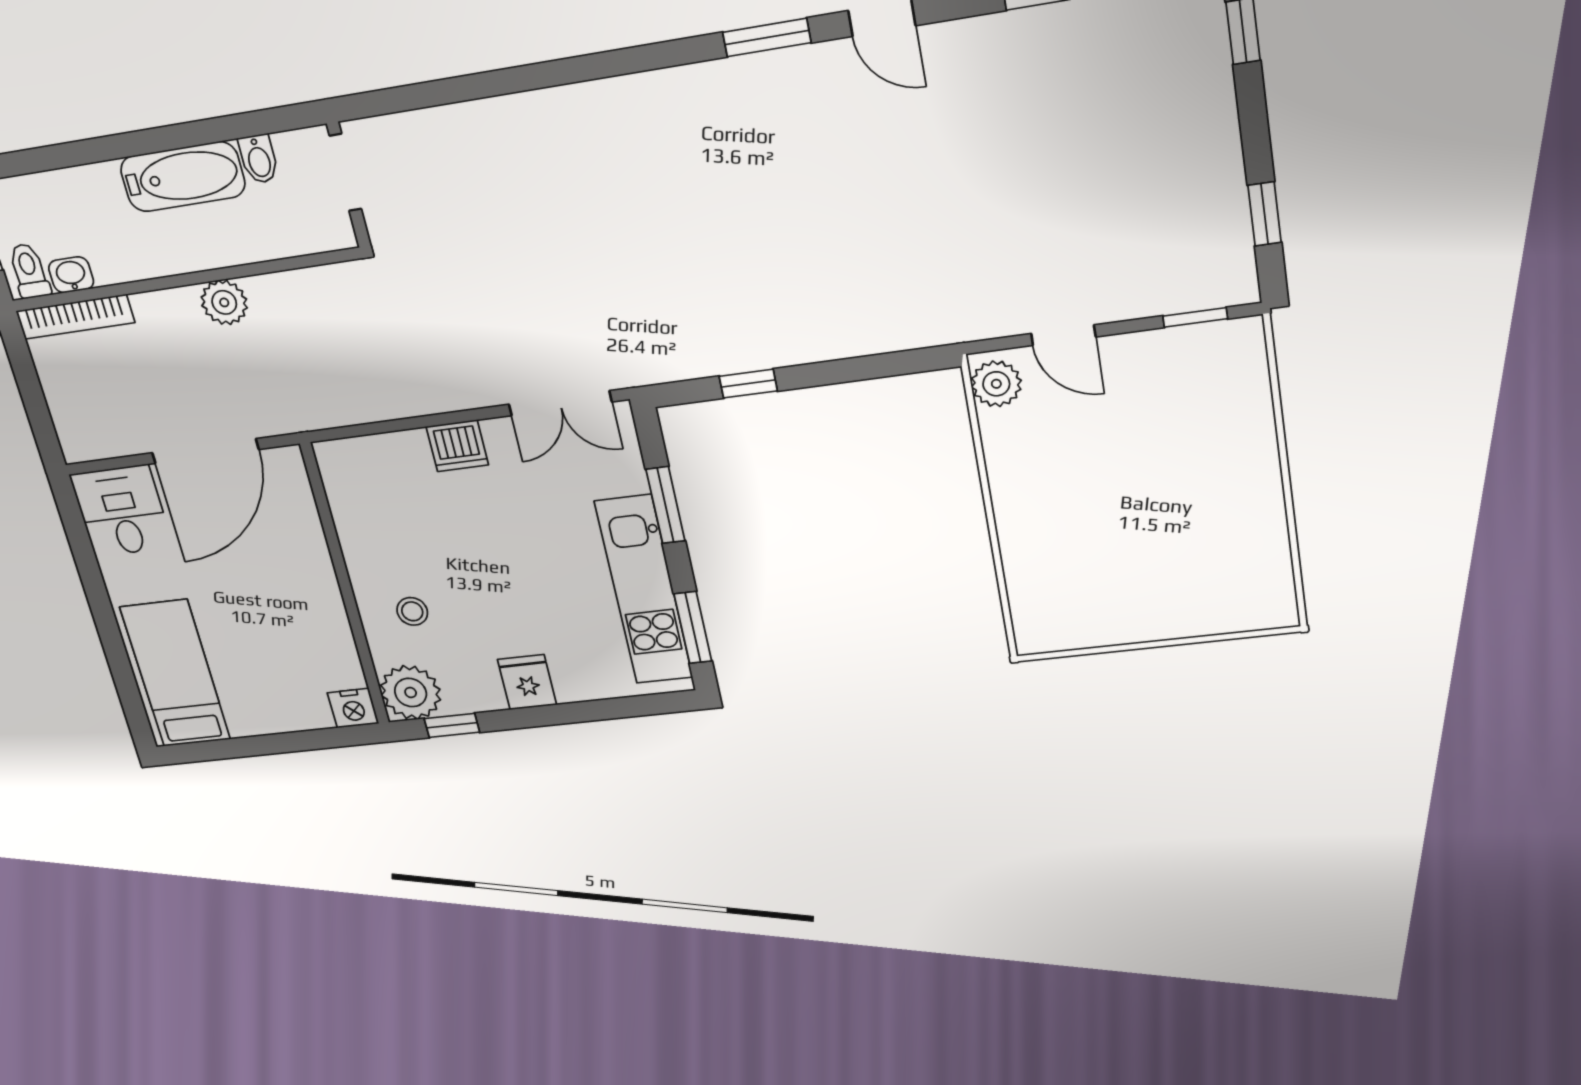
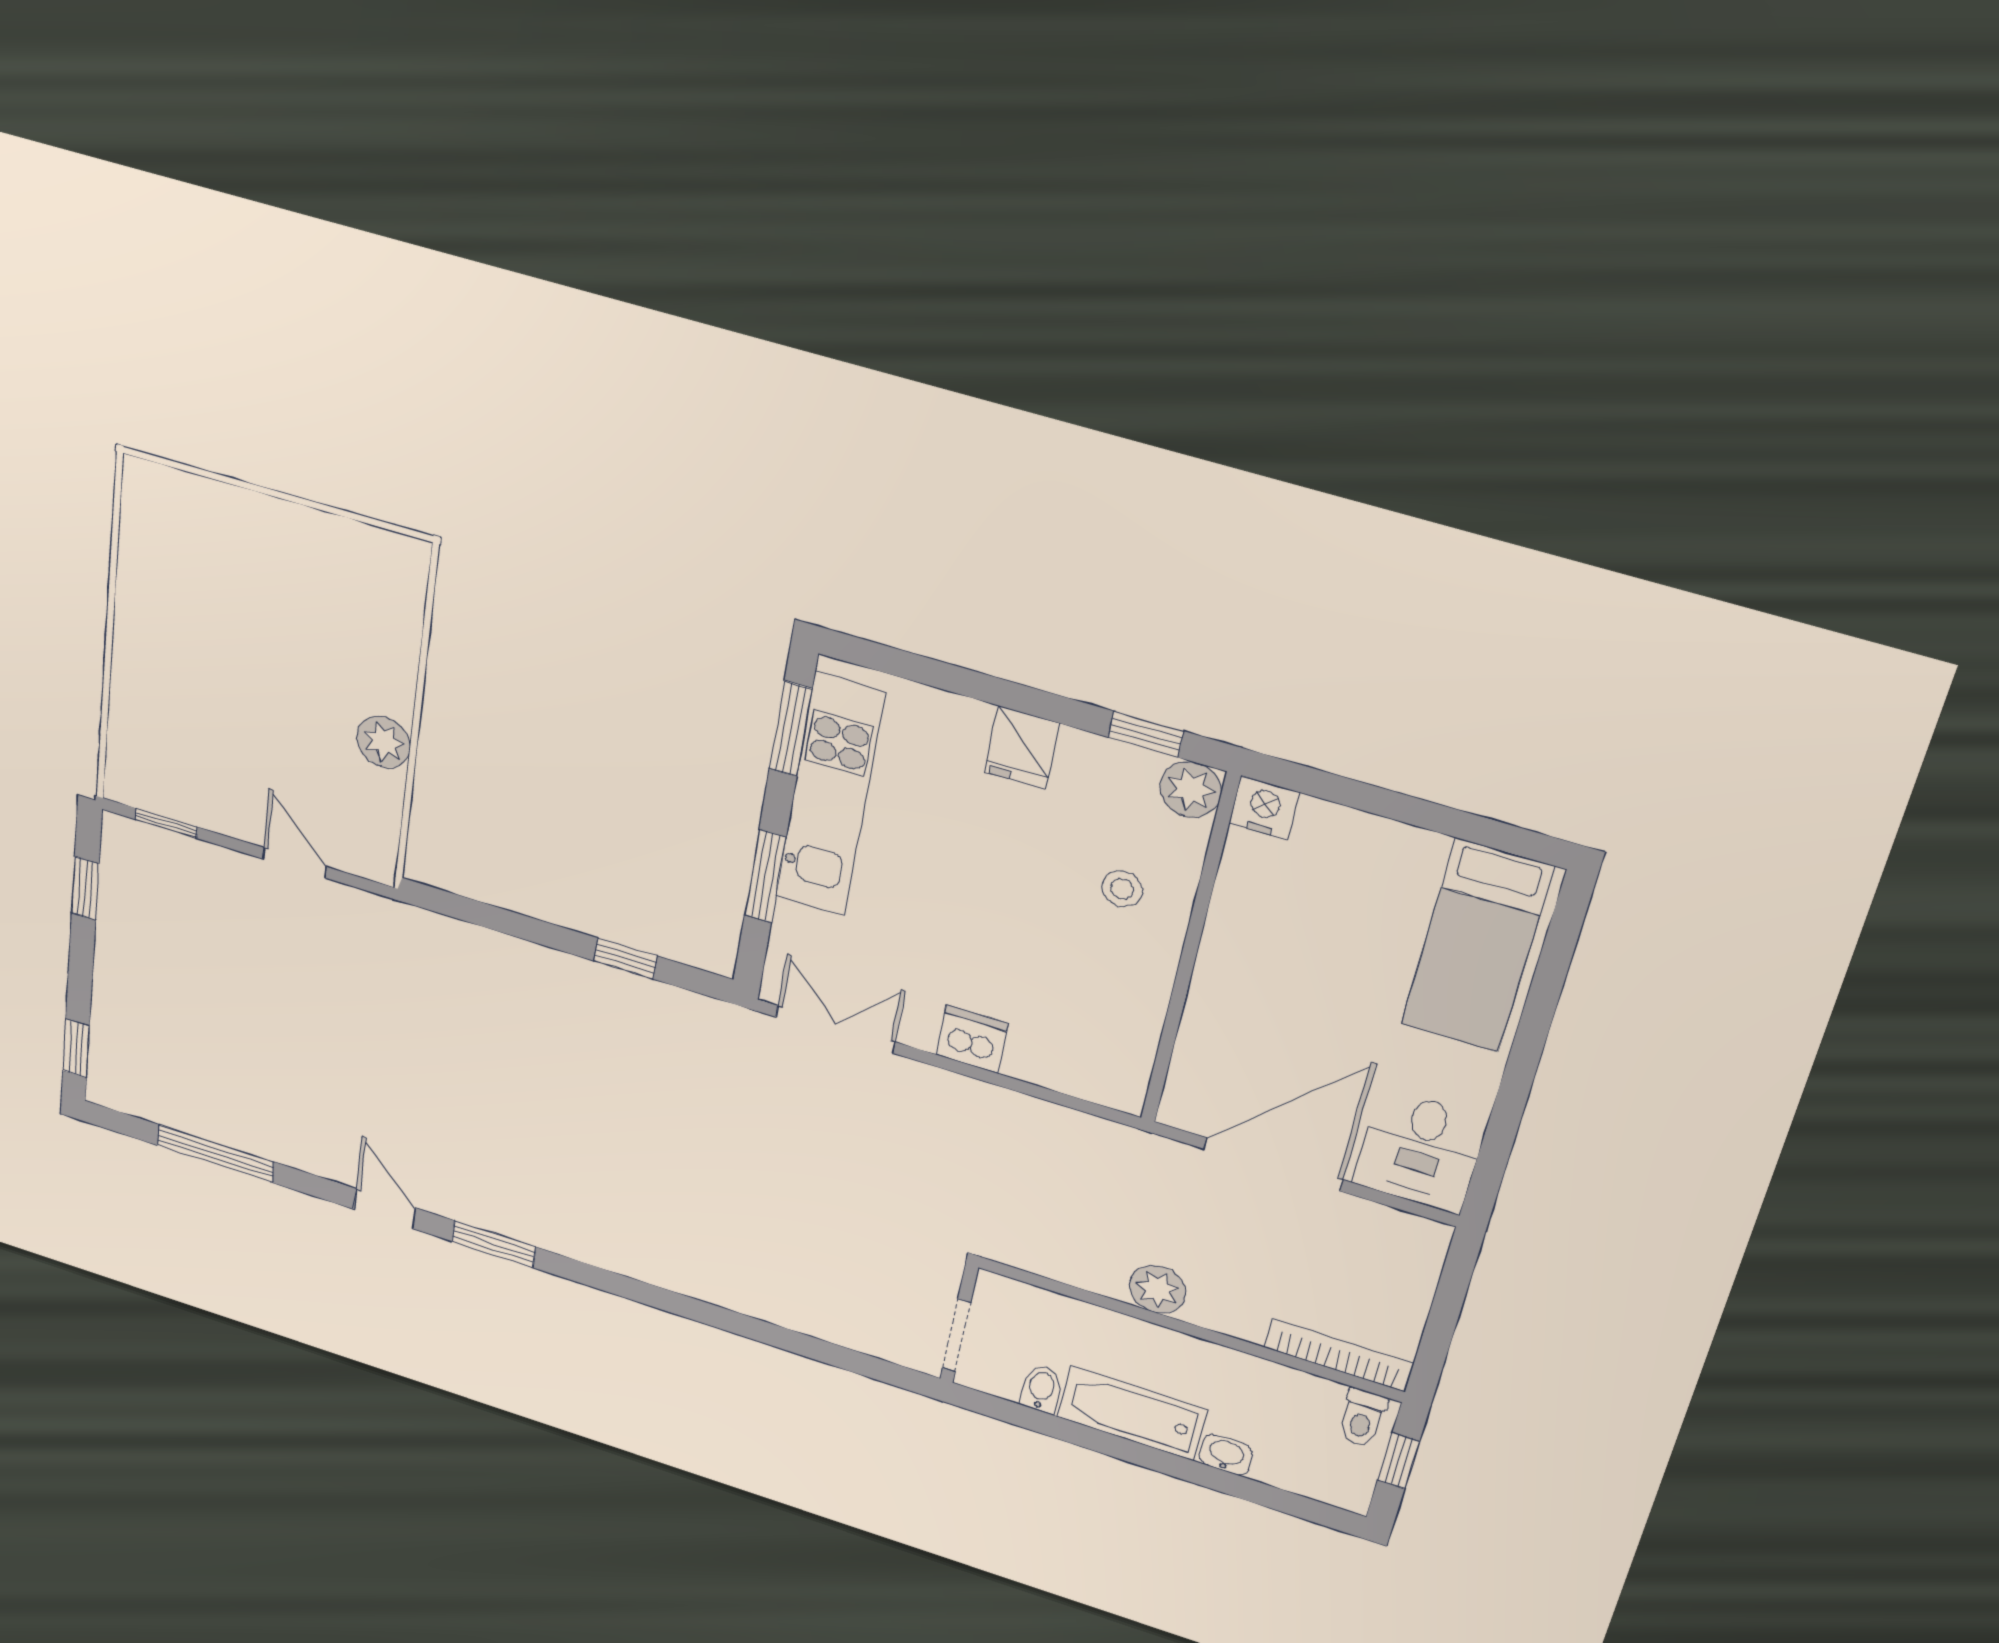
washbasin: (71, 275) -> (1226, 1455), moved, turned 180
plant: (996, 384) -> (384, 742), moved
plant: (411, 693) -> (1191, 789), width x0.73, depth x0.73

